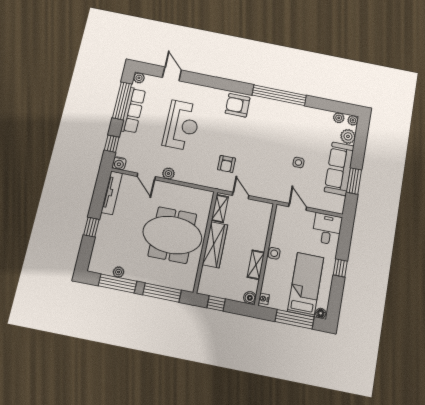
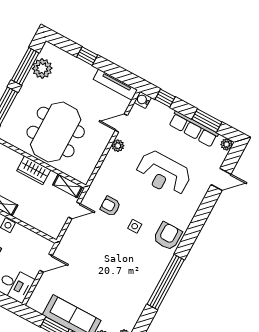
window: (122, 101) -> (207, 121), width x0.69
side table: (298, 162) -> (135, 226), moved
wardrobe: (215, 245) -> (34, 170), width x0.67
plant: (119, 272) -> (42, 68), width x1.88, depth x1.88

